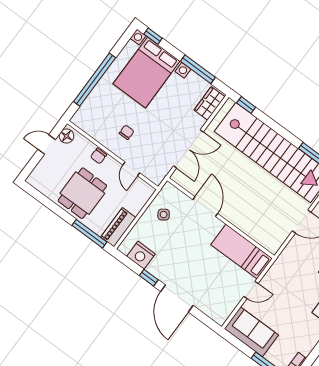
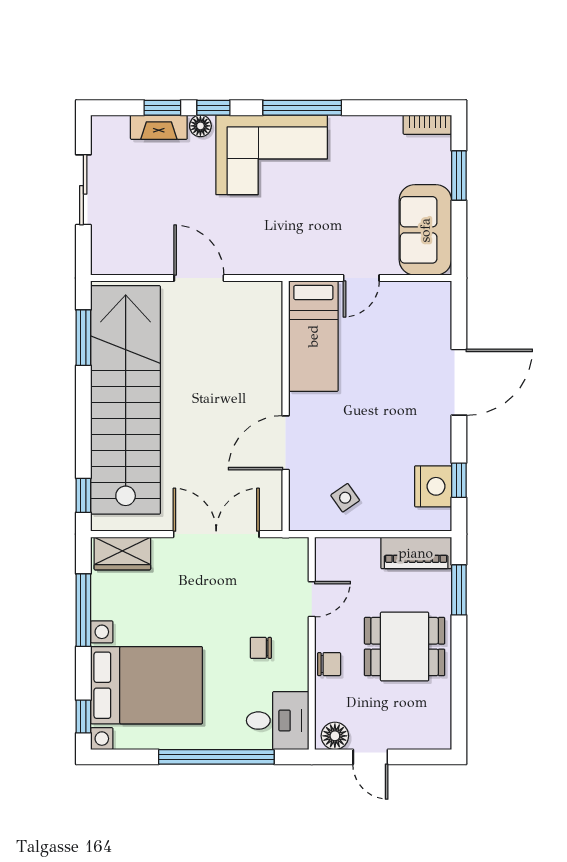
desk: (91, 117) -> (278, 721), added
window: (89, 234) -> (459, 590), width x0.69
window: (149, 278) -> (459, 480), moved
door: (251, 290) -> (361, 278), swing flipped

